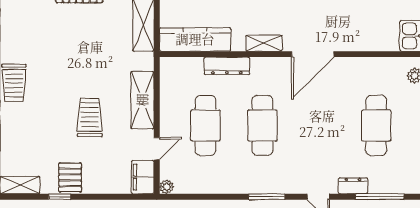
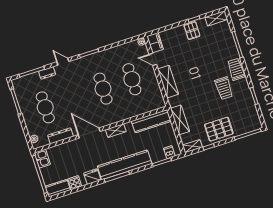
door: (313, 54) -> (89, 133), hinge flipped
dresser: (227, 66) -> (61, 136), moved
trolley: (90, 118) -> (224, 88), moved
door: (157, 149) -> (153, 59), hinge flipped

